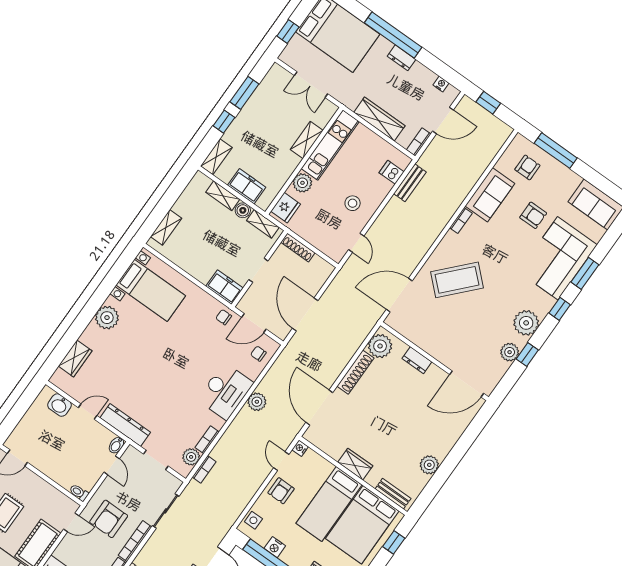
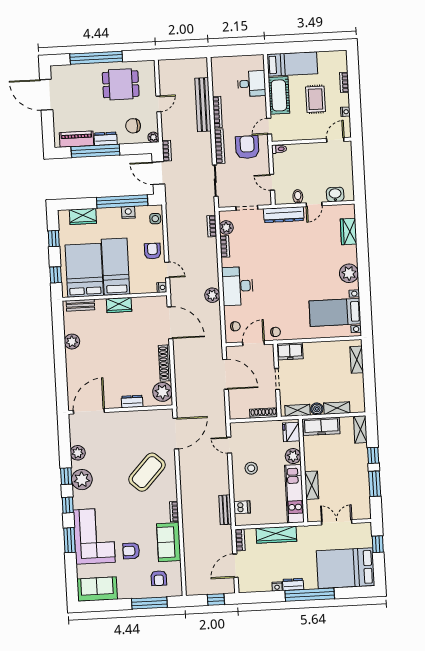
nightstand: (441, 84) -> (277, 587), moved
freezer: (247, 186) -> (321, 426), width x1.40
window: (527, 355) -> (66, 476), moved
bidet: (116, 445) -> (298, 197), moved

